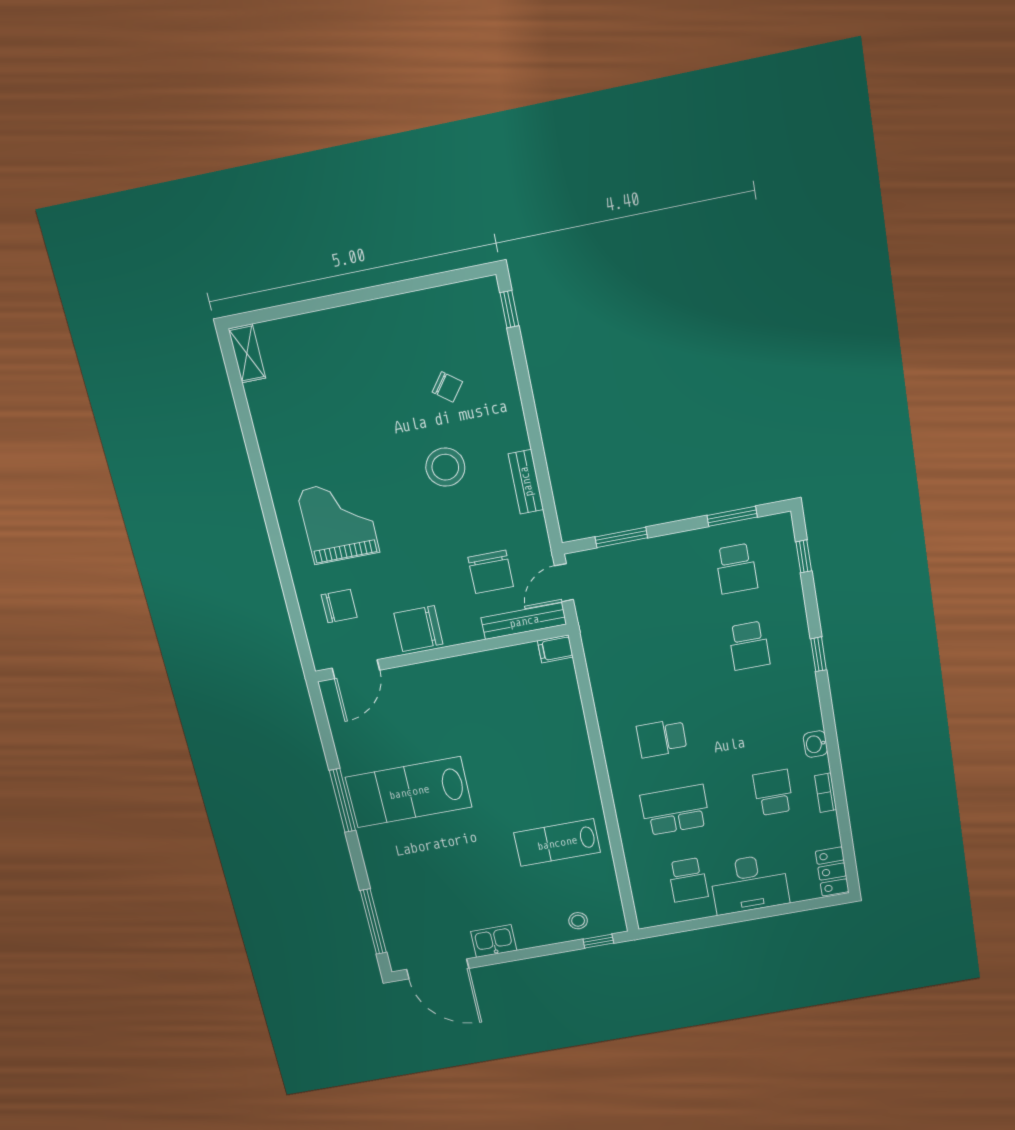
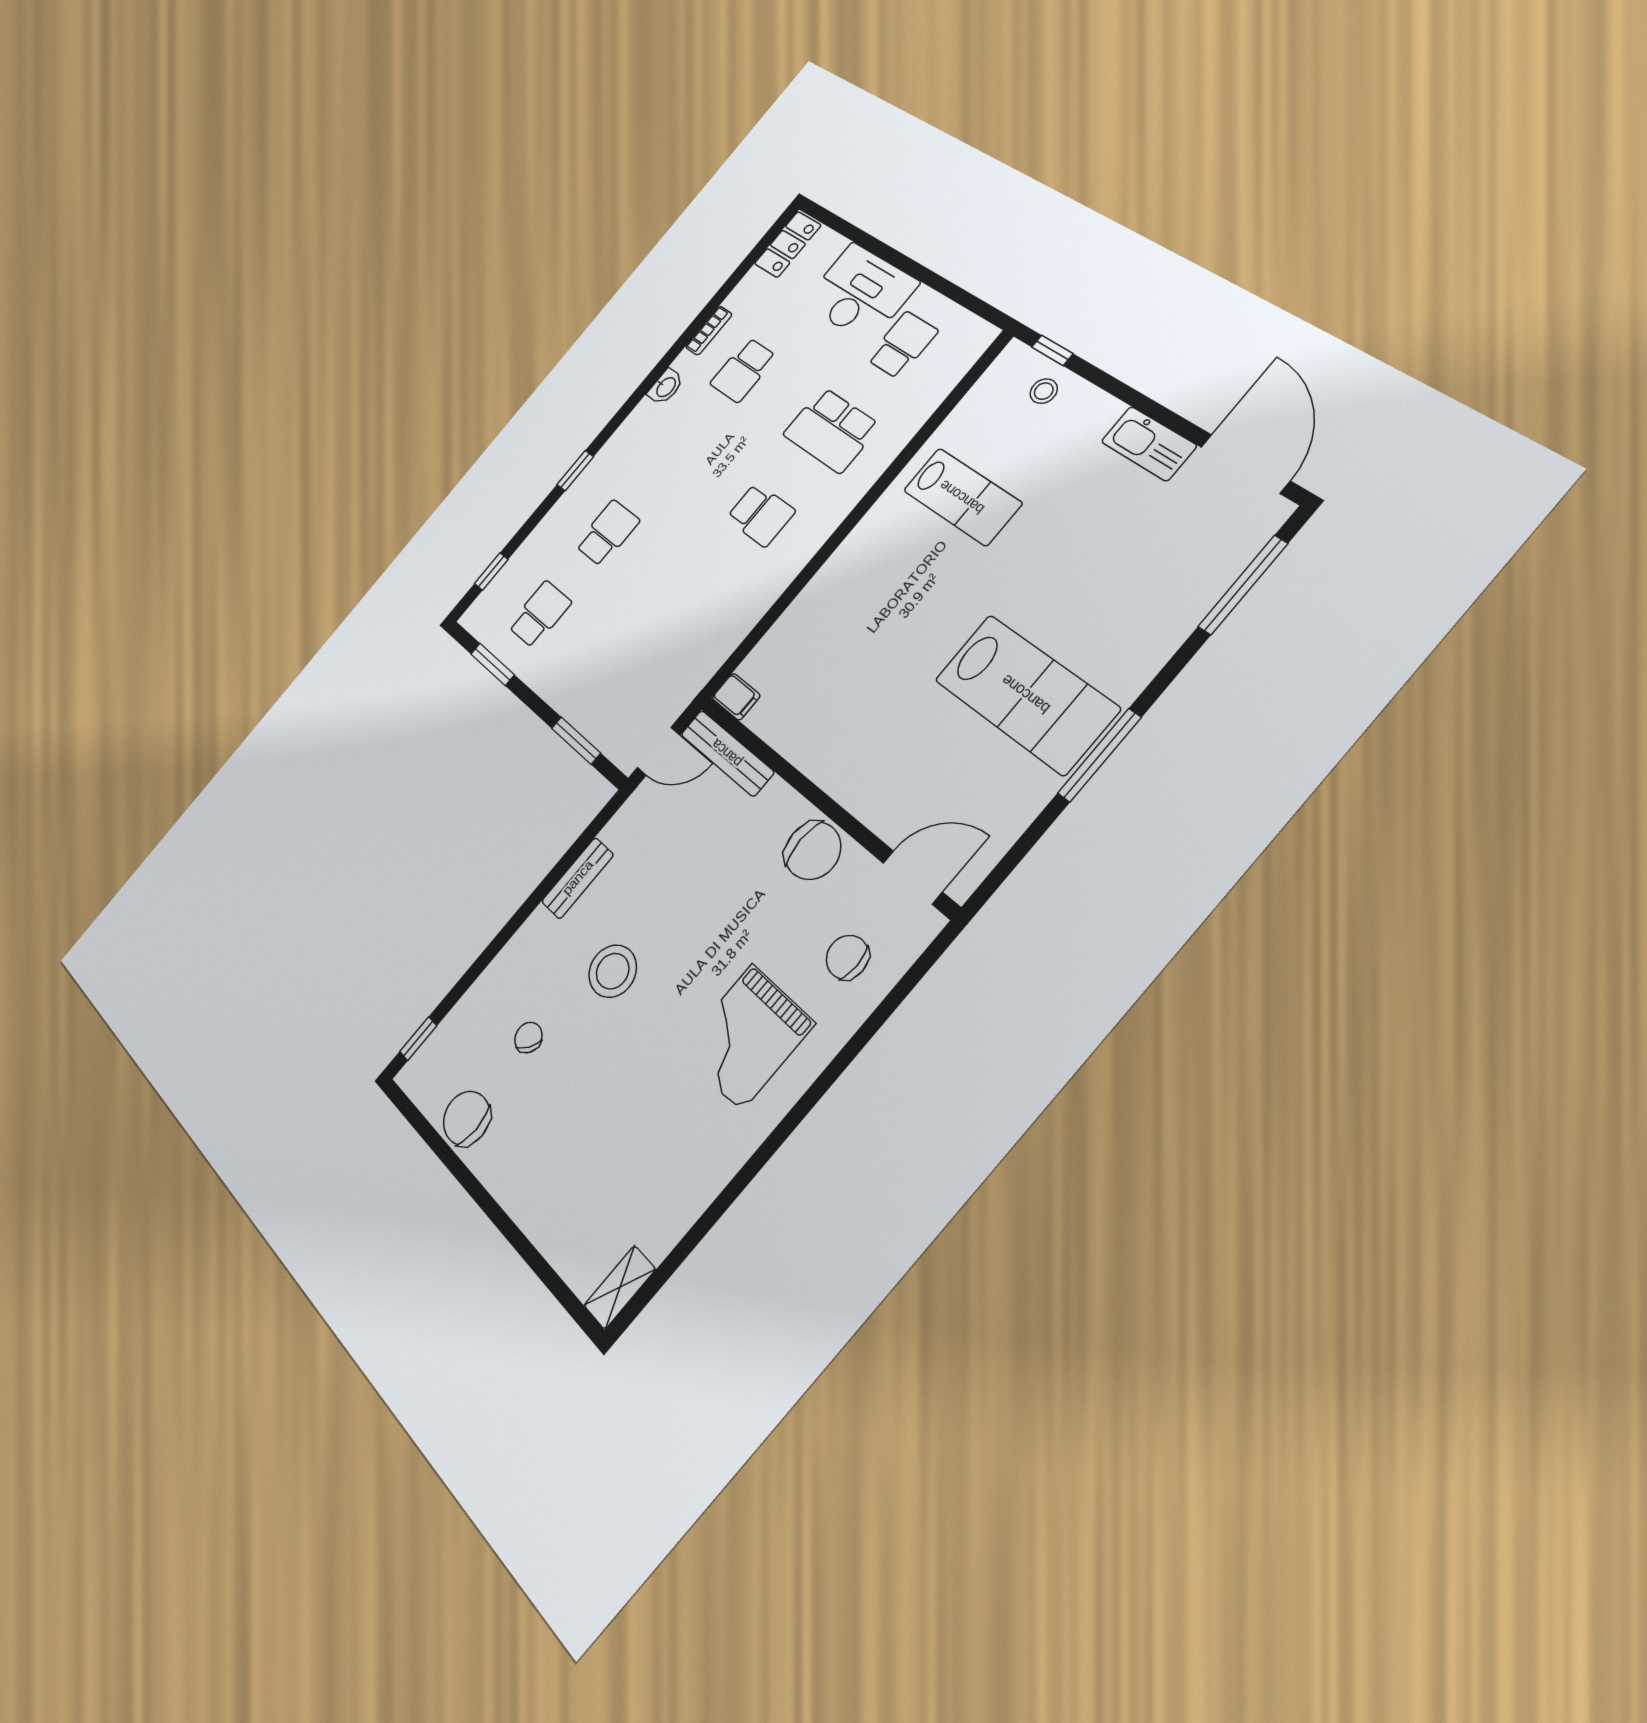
chair: (491, 572) -> (467, 1118), moved, turned -90
kitchen sink: (494, 941) -> (1149, 444), width x1.38

